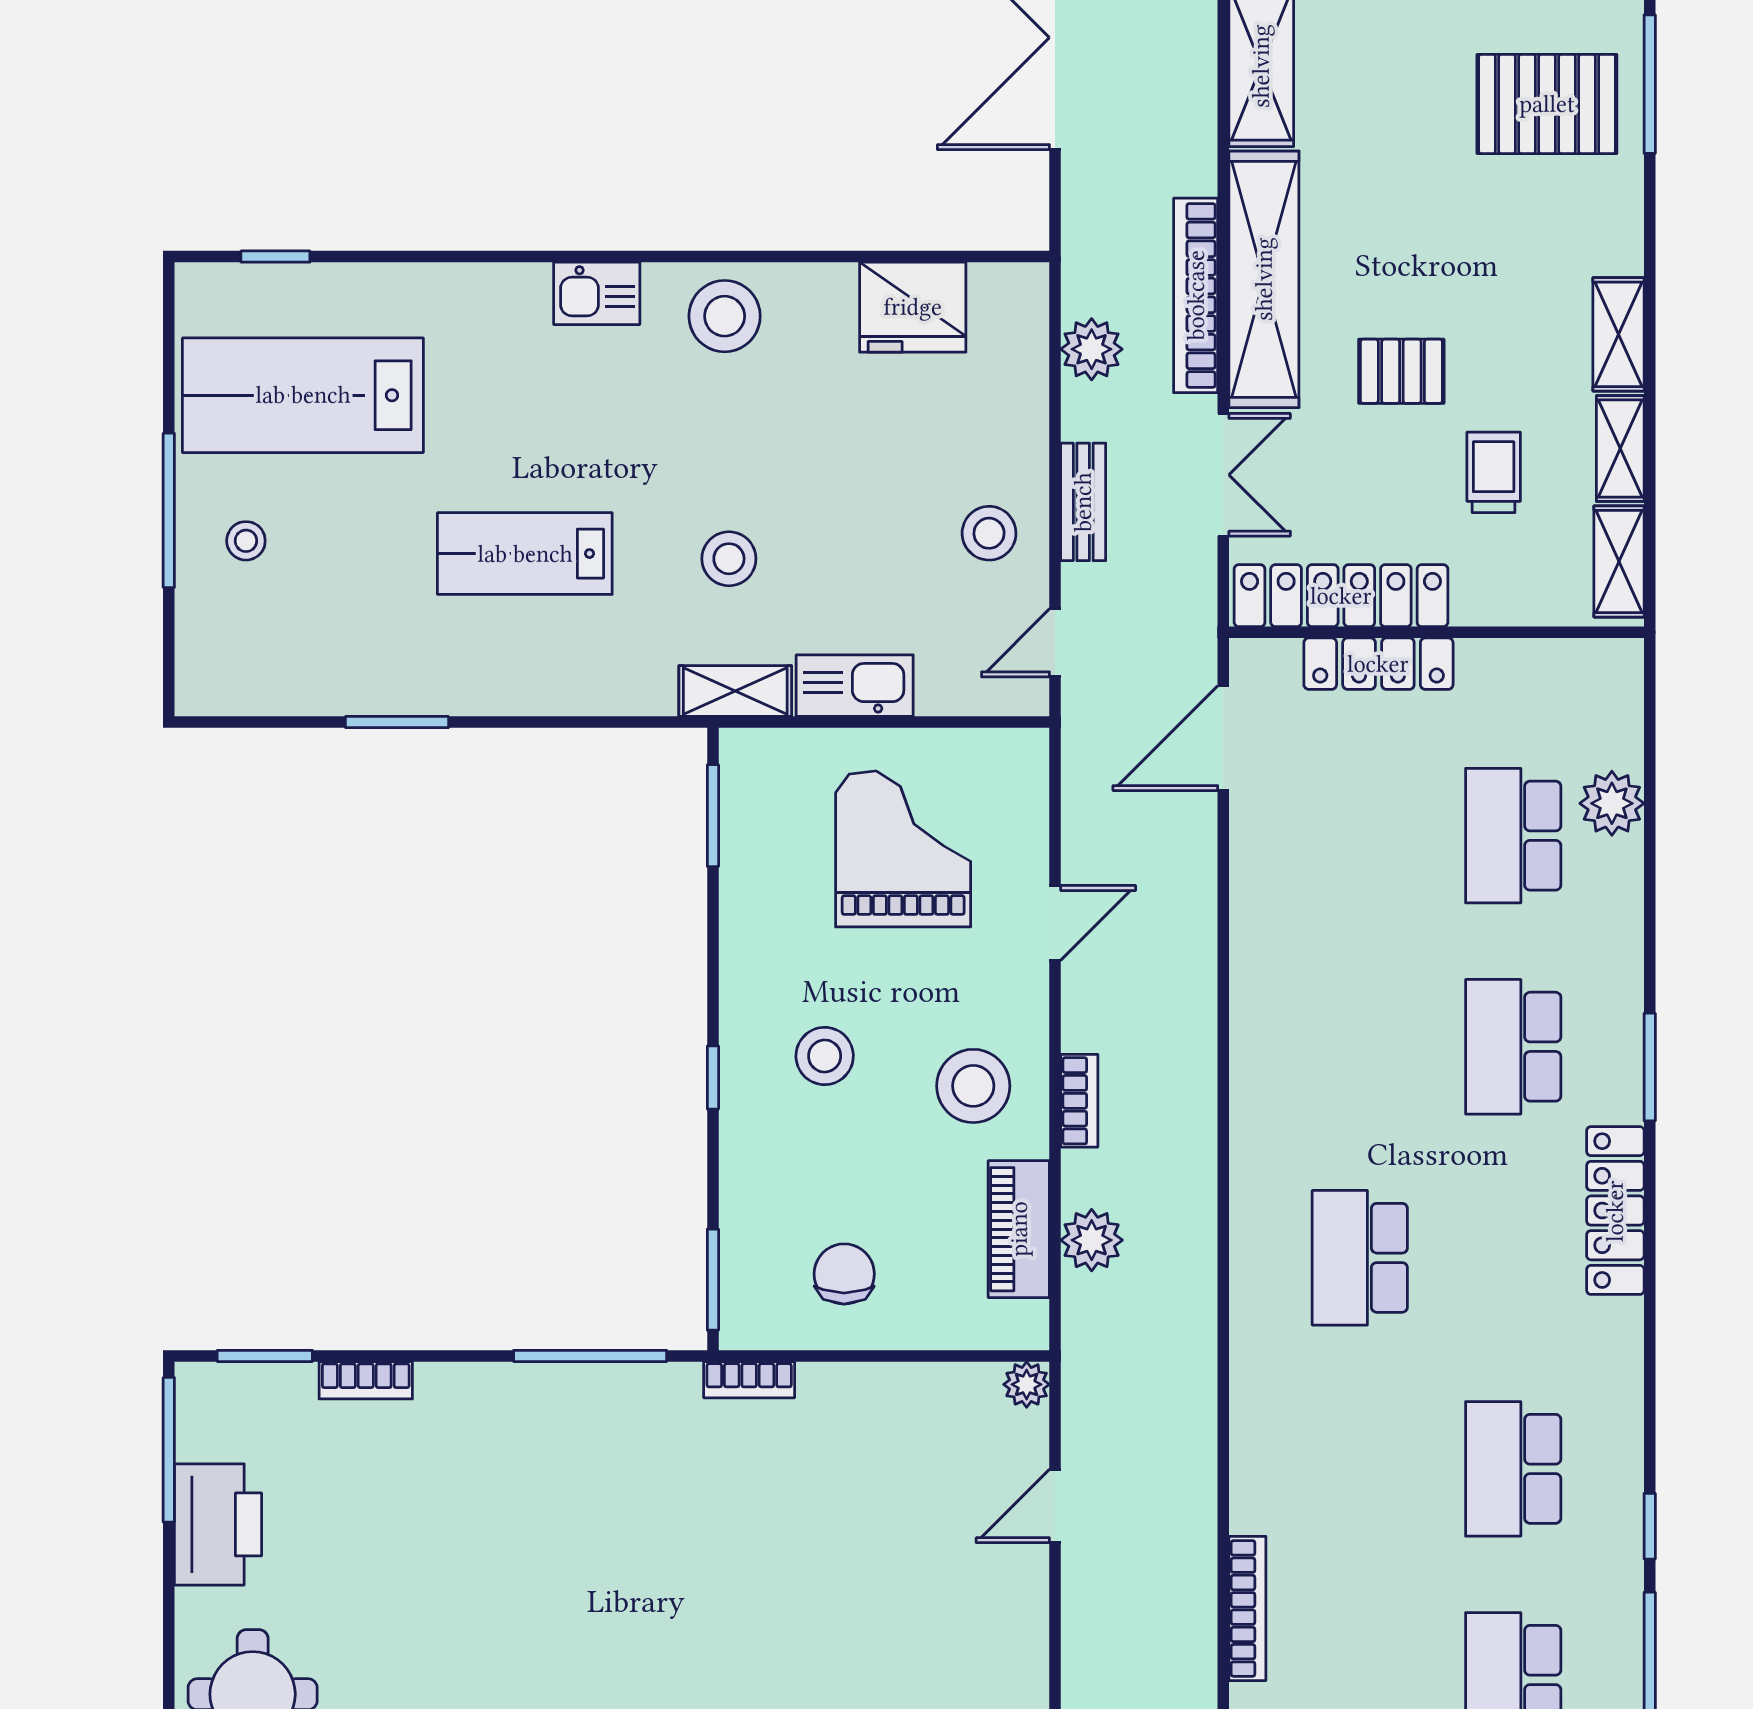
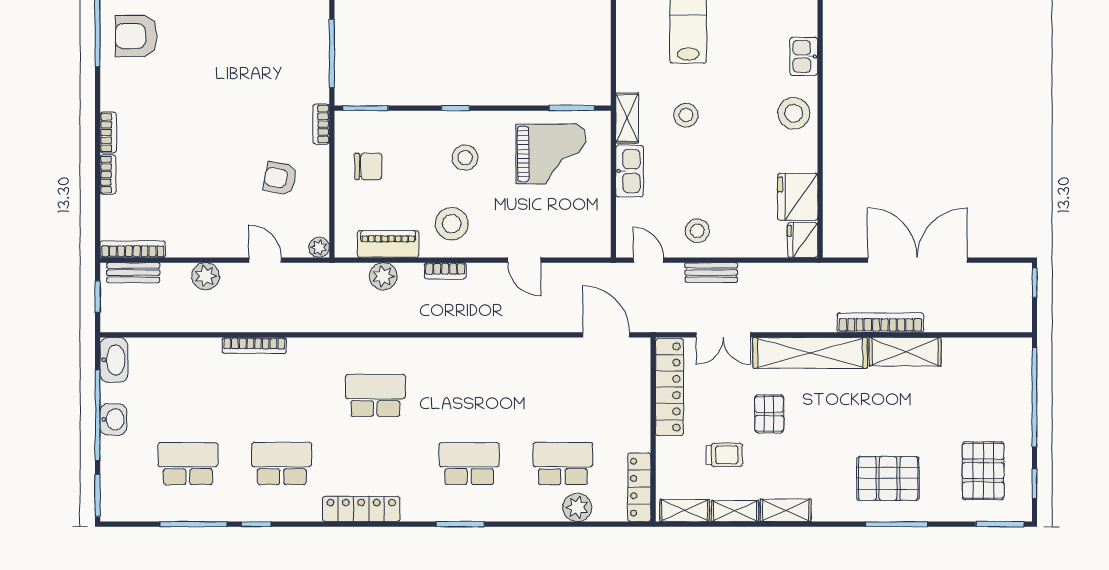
pallet: (1547, 104) -> (888, 479), turned 90
bookcase: (1196, 295) -> (880, 322), moved
fridge: (1010, 296) -> (803, 240), added
plant: (1092, 349) -> (206, 276), moved
locker: (1378, 664) -> (639, 487), moved
grand piano: (903, 849) -> (551, 154), moved
locker: (1615, 1211) -> (361, 509), moved
armchair: (871, 1472) -> (280, 178), added
bookcase: (1247, 1608) -> (254, 345), moved

